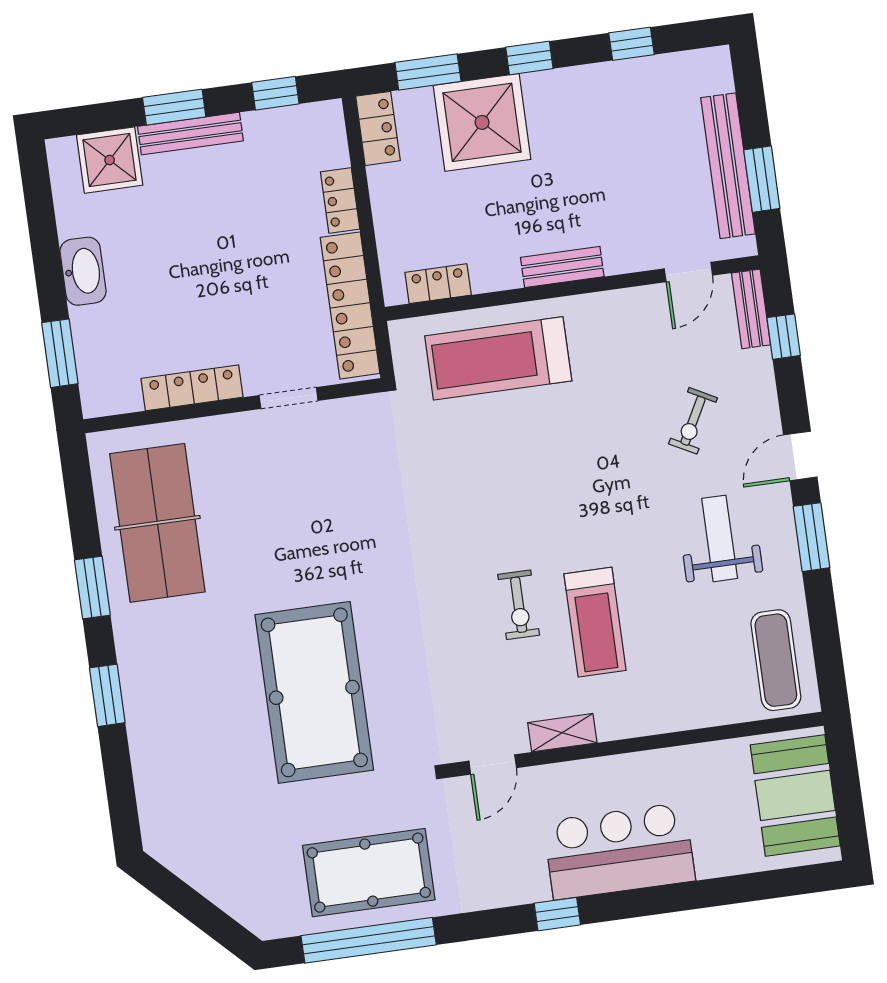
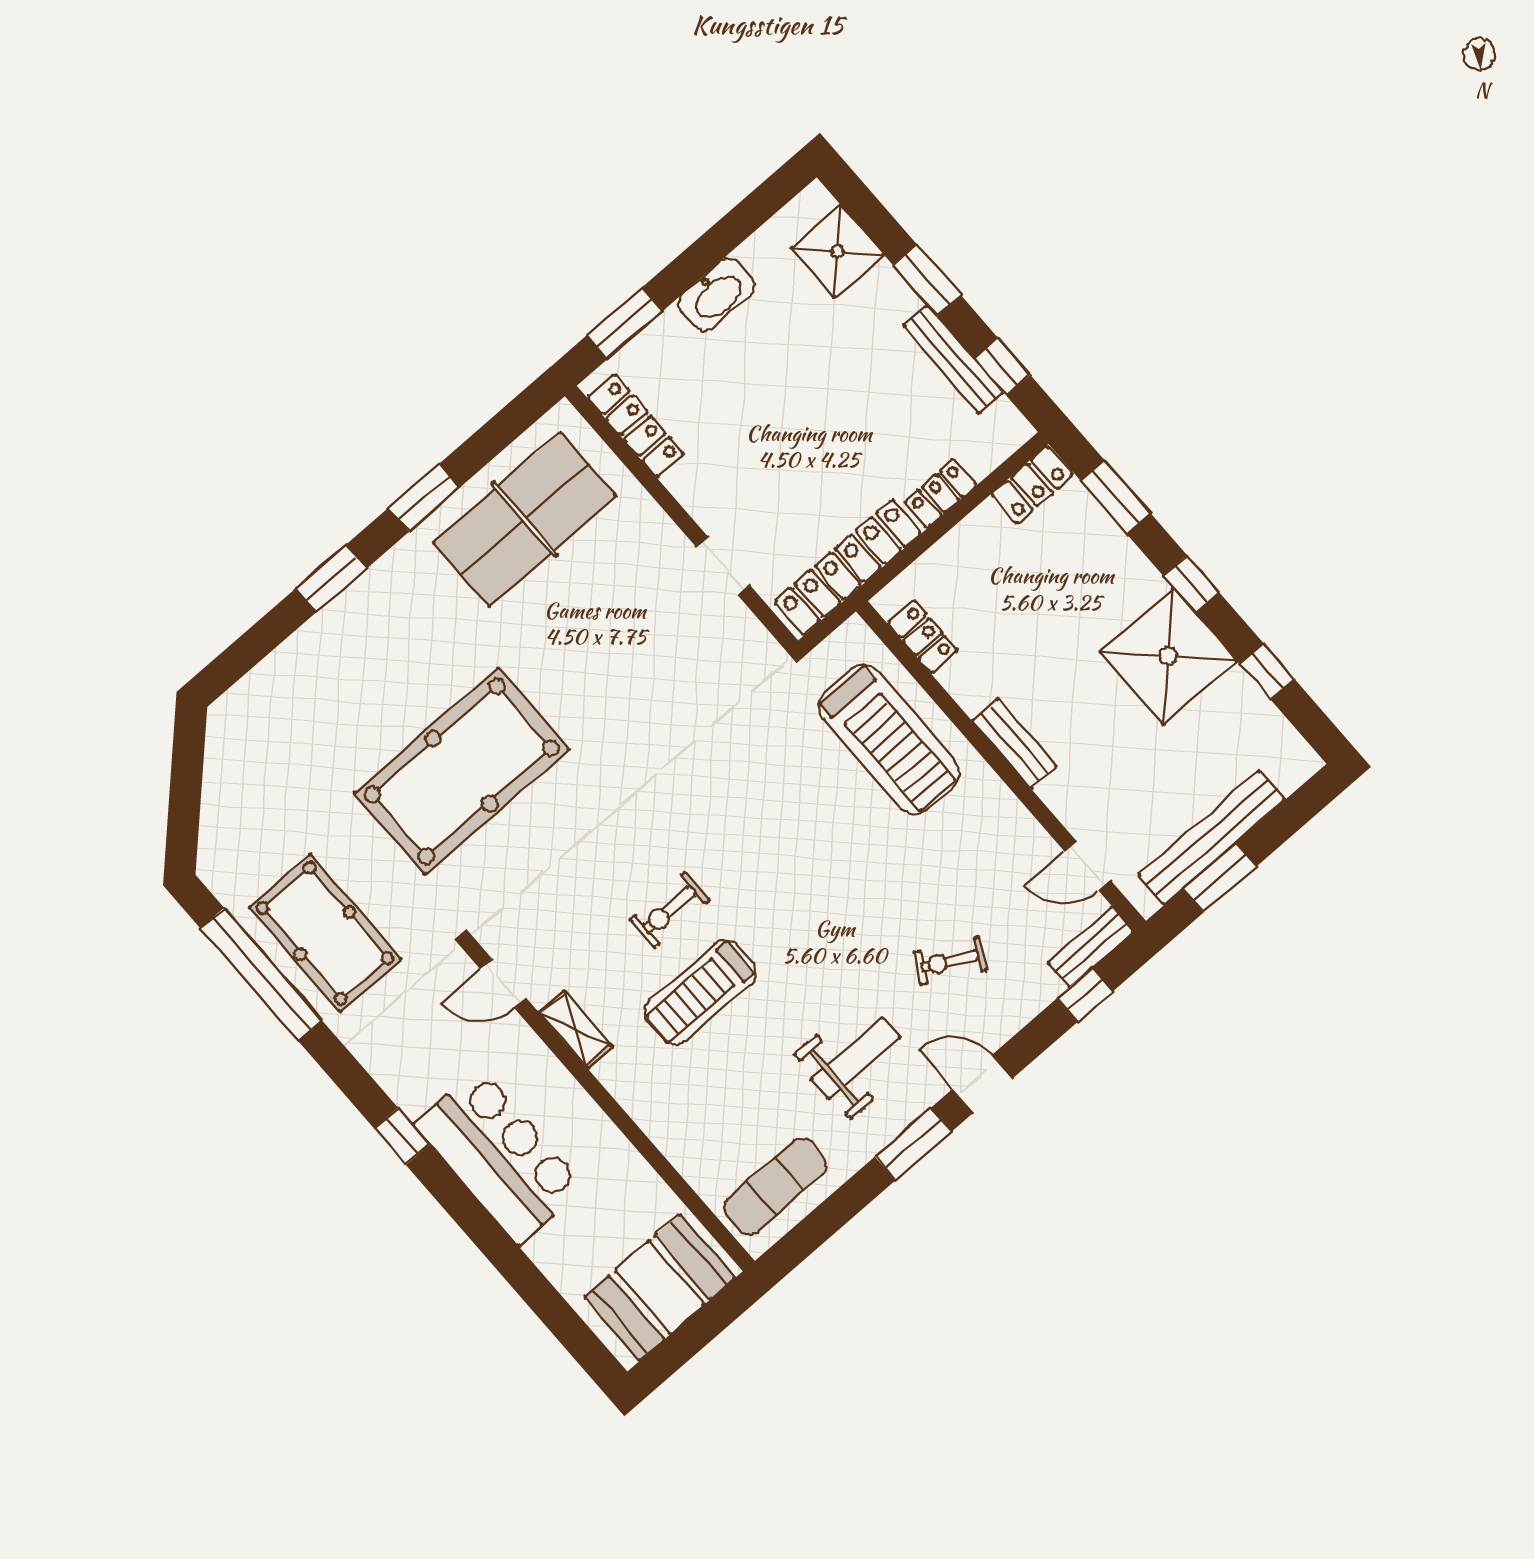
shower: (482, 122) -> (1168, 656), moved
bench: (190, 134) -> (953, 359), moved
treadmill: (498, 358) -> (889, 739), turned 180
locker: (192, 388) -> (636, 426), moved

